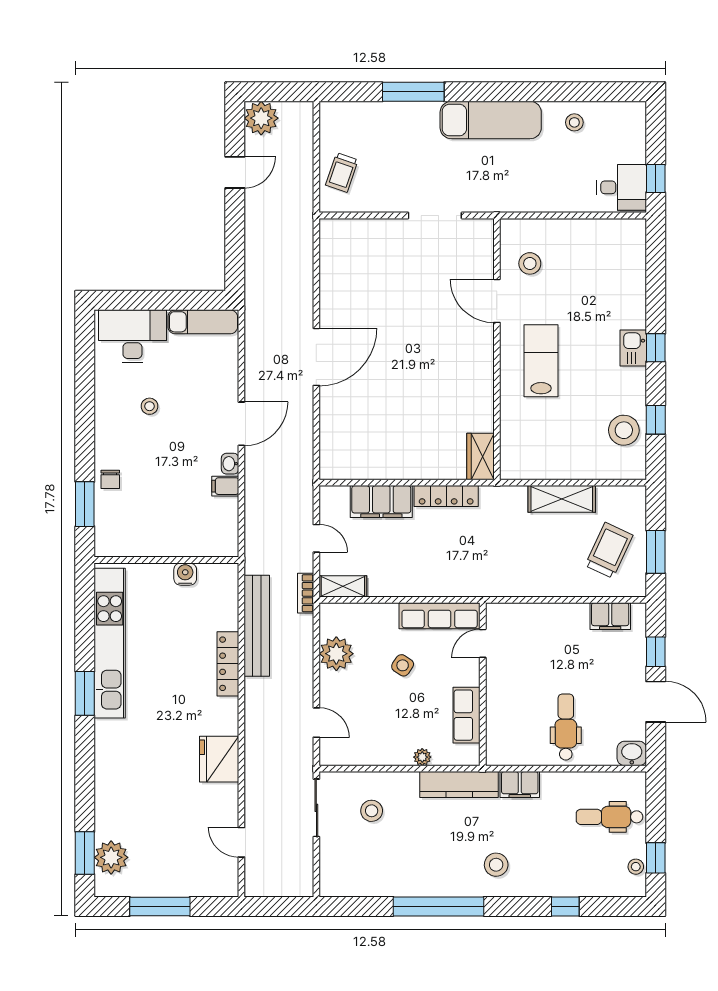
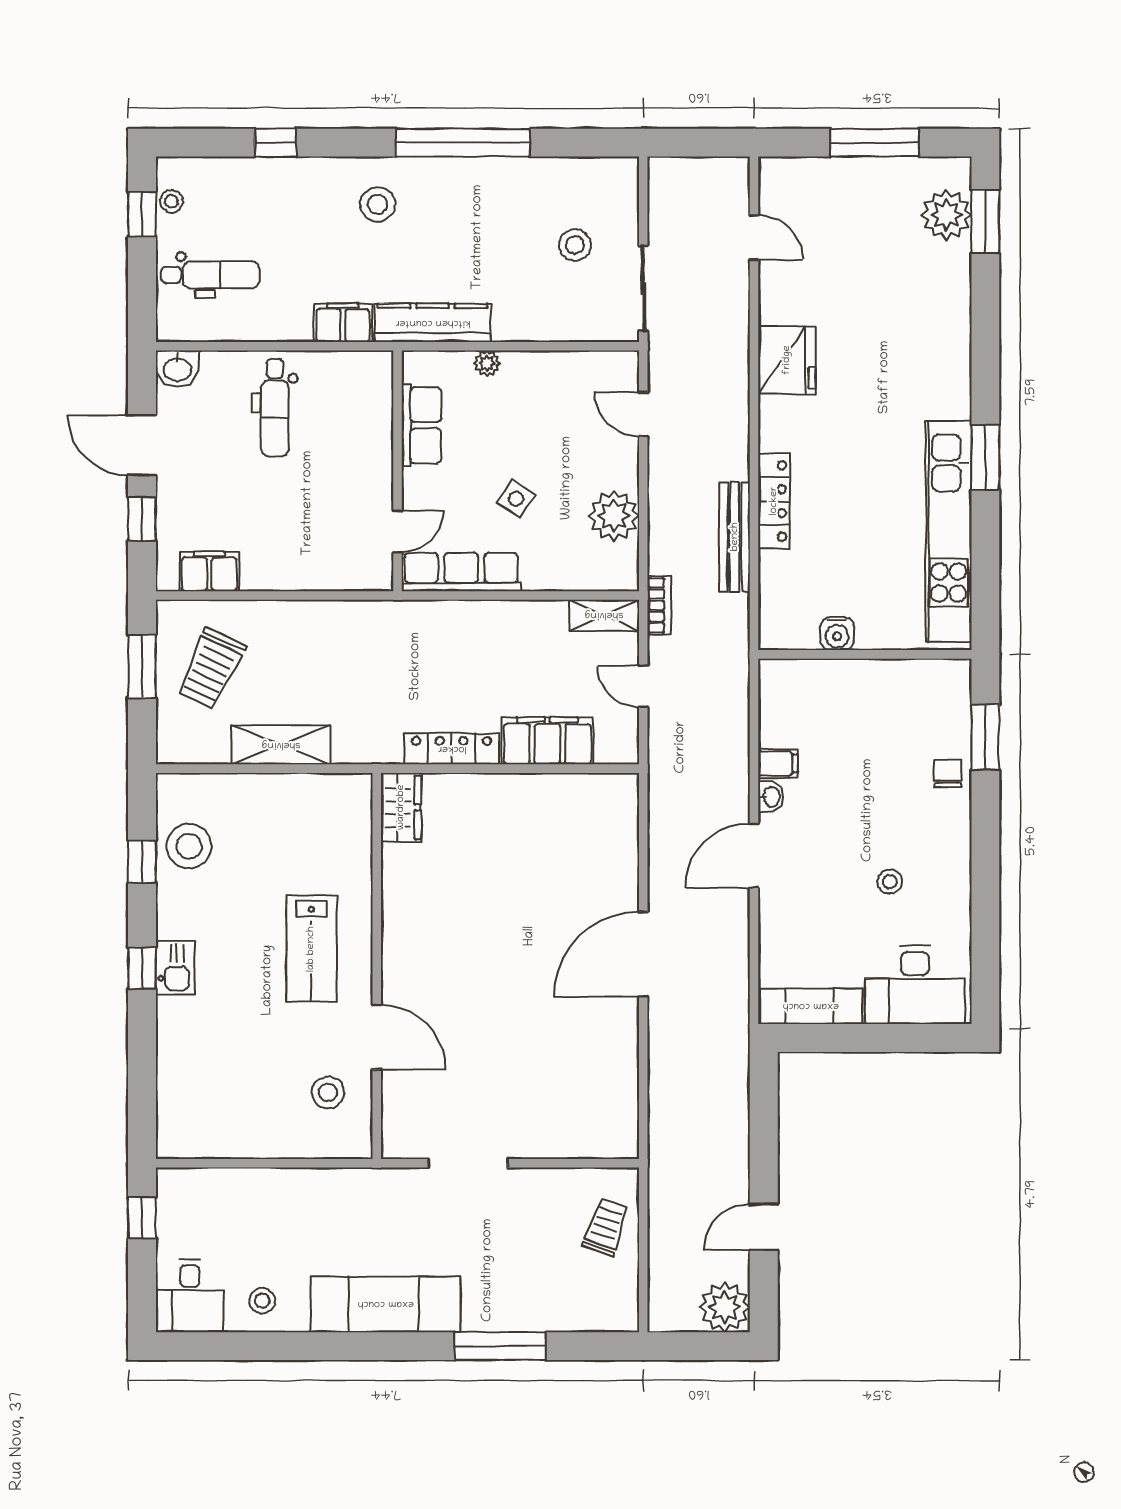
desk: (622, 187) -> (190, 1296), moved, turned -90
bench: (257, 626) -> (735, 537), width x0.73, depth x0.82
stool: (372, 811) -> (575, 245), moved

